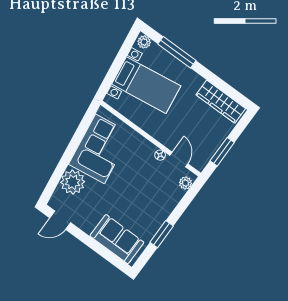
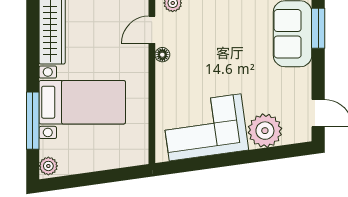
bed with nightstands: (146, 85) -> (82, 102), moved, turned 98
window: (109, 256) -> (318, 28), added

